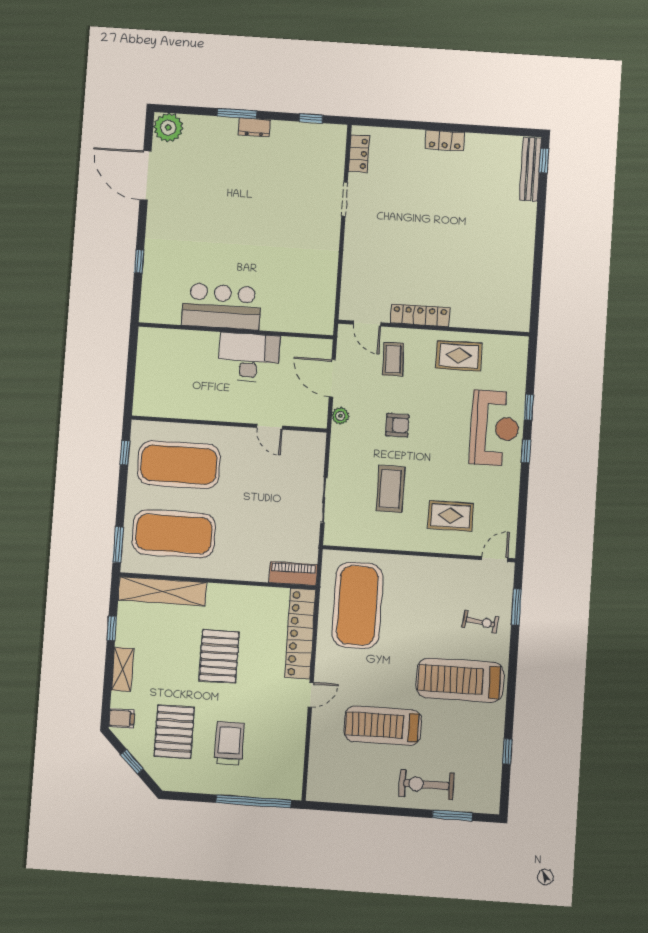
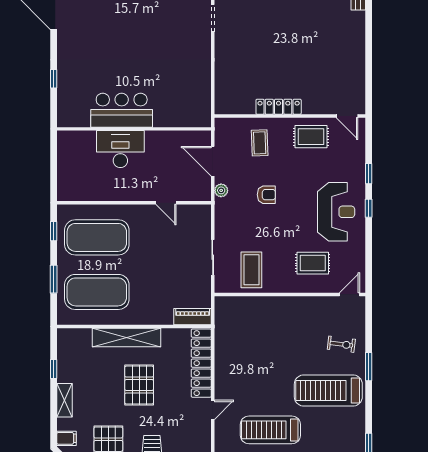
door: (367, 323) -> (347, 116), moved
desk: (249, 357) -> (120, 149), moved
reception desk: (495, 428) -> (336, 212), moved
coffee table: (390, 489) -> (251, 270), moved
window: (118, 545) -> (54, 279), moved
shelving: (162, 591) -> (126, 337), moved
exercise mat: (357, 605) -> (245, 338), removed
window: (516, 607) -> (369, 367), moved

